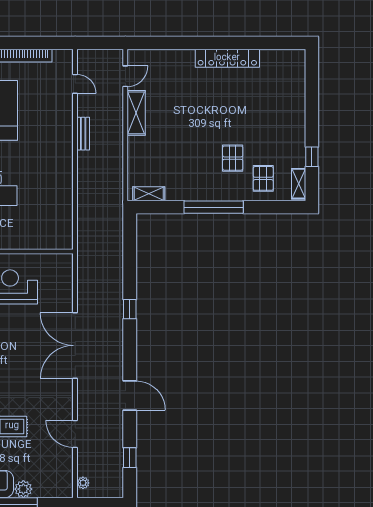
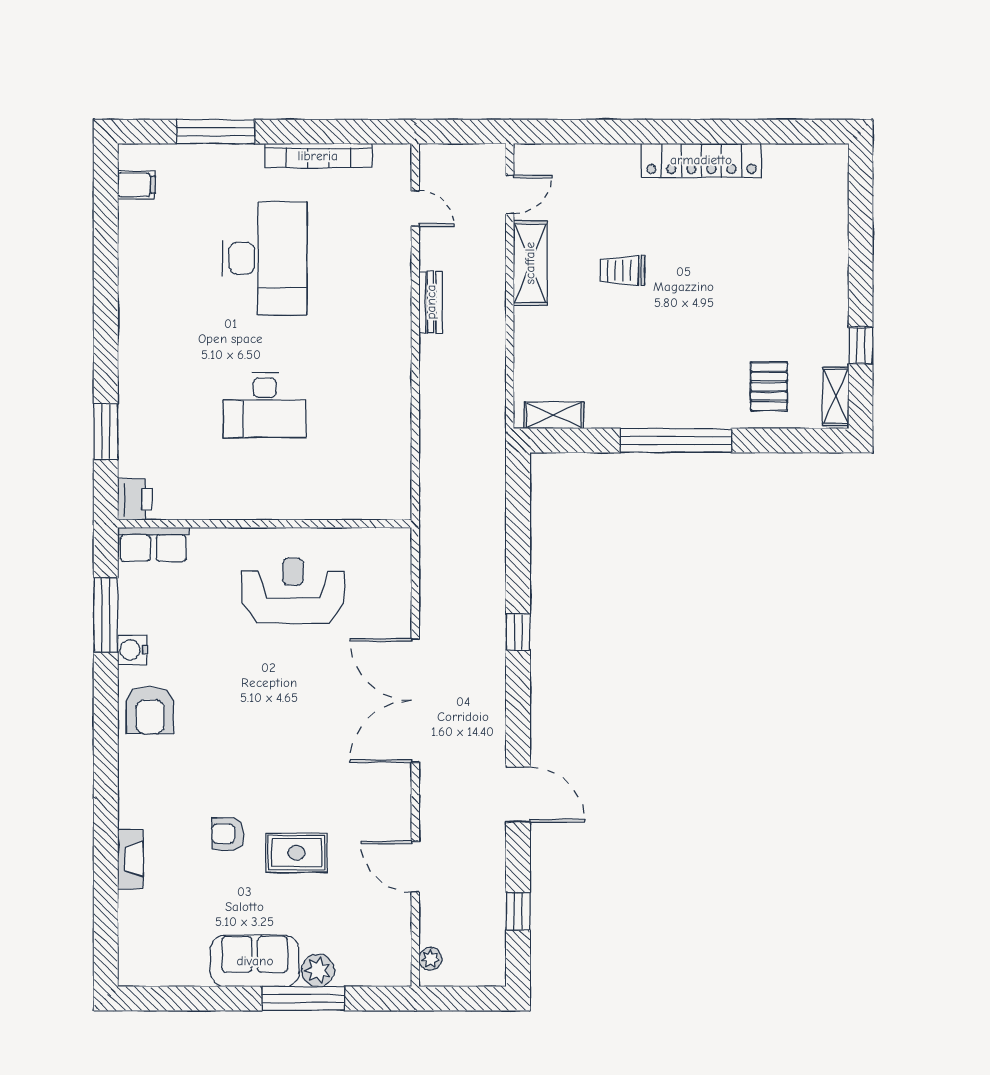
trolley: (185, 117) -> (622, 270), added
pallet: (233, 158) -> (712, 348), removed

